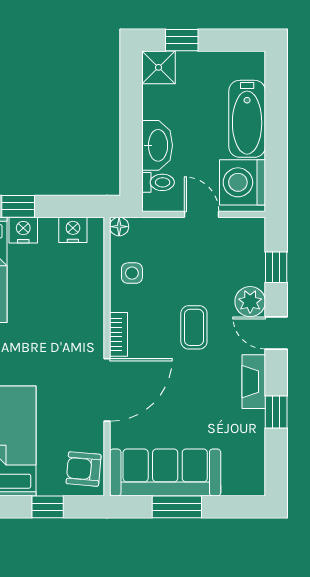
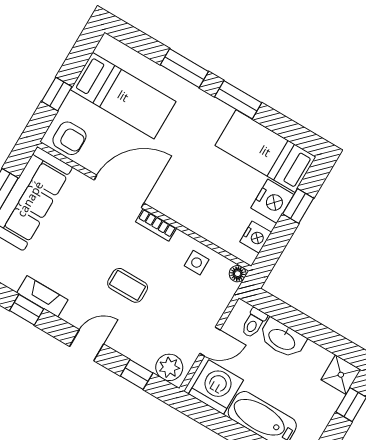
nightstand: (23, 230) -> (272, 201), width x1.36, depth x1.33
plant: (250, 302) -> (169, 367), moved
fireplace: (254, 382) -> (42, 296), moved
door: (107, 390) -> (119, 191), swing flipped
armchair: (84, 469) -> (69, 138), turned 85

